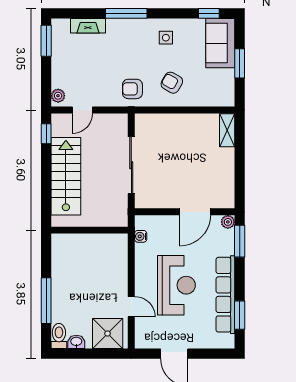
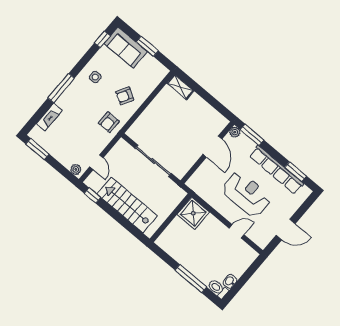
water cooler: (141, 236) -> (200, 191), removed
shower: (108, 333) -> (193, 213), moved

